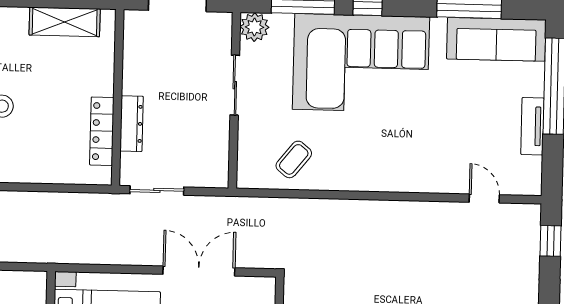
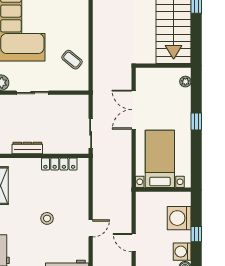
dresser: (132, 124) -> (27, 148), moved

